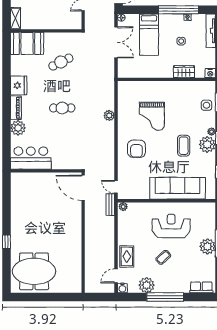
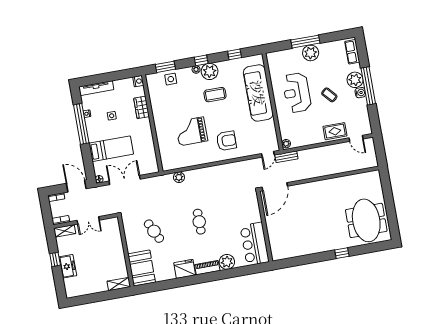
plant: (109, 115) -> (179, 177), moved
grand piano: (152, 116) -> (191, 131), turned 180
plant: (147, 285) -> (355, 80), moved
water cooler: (122, 288) -> (360, 93), moved

